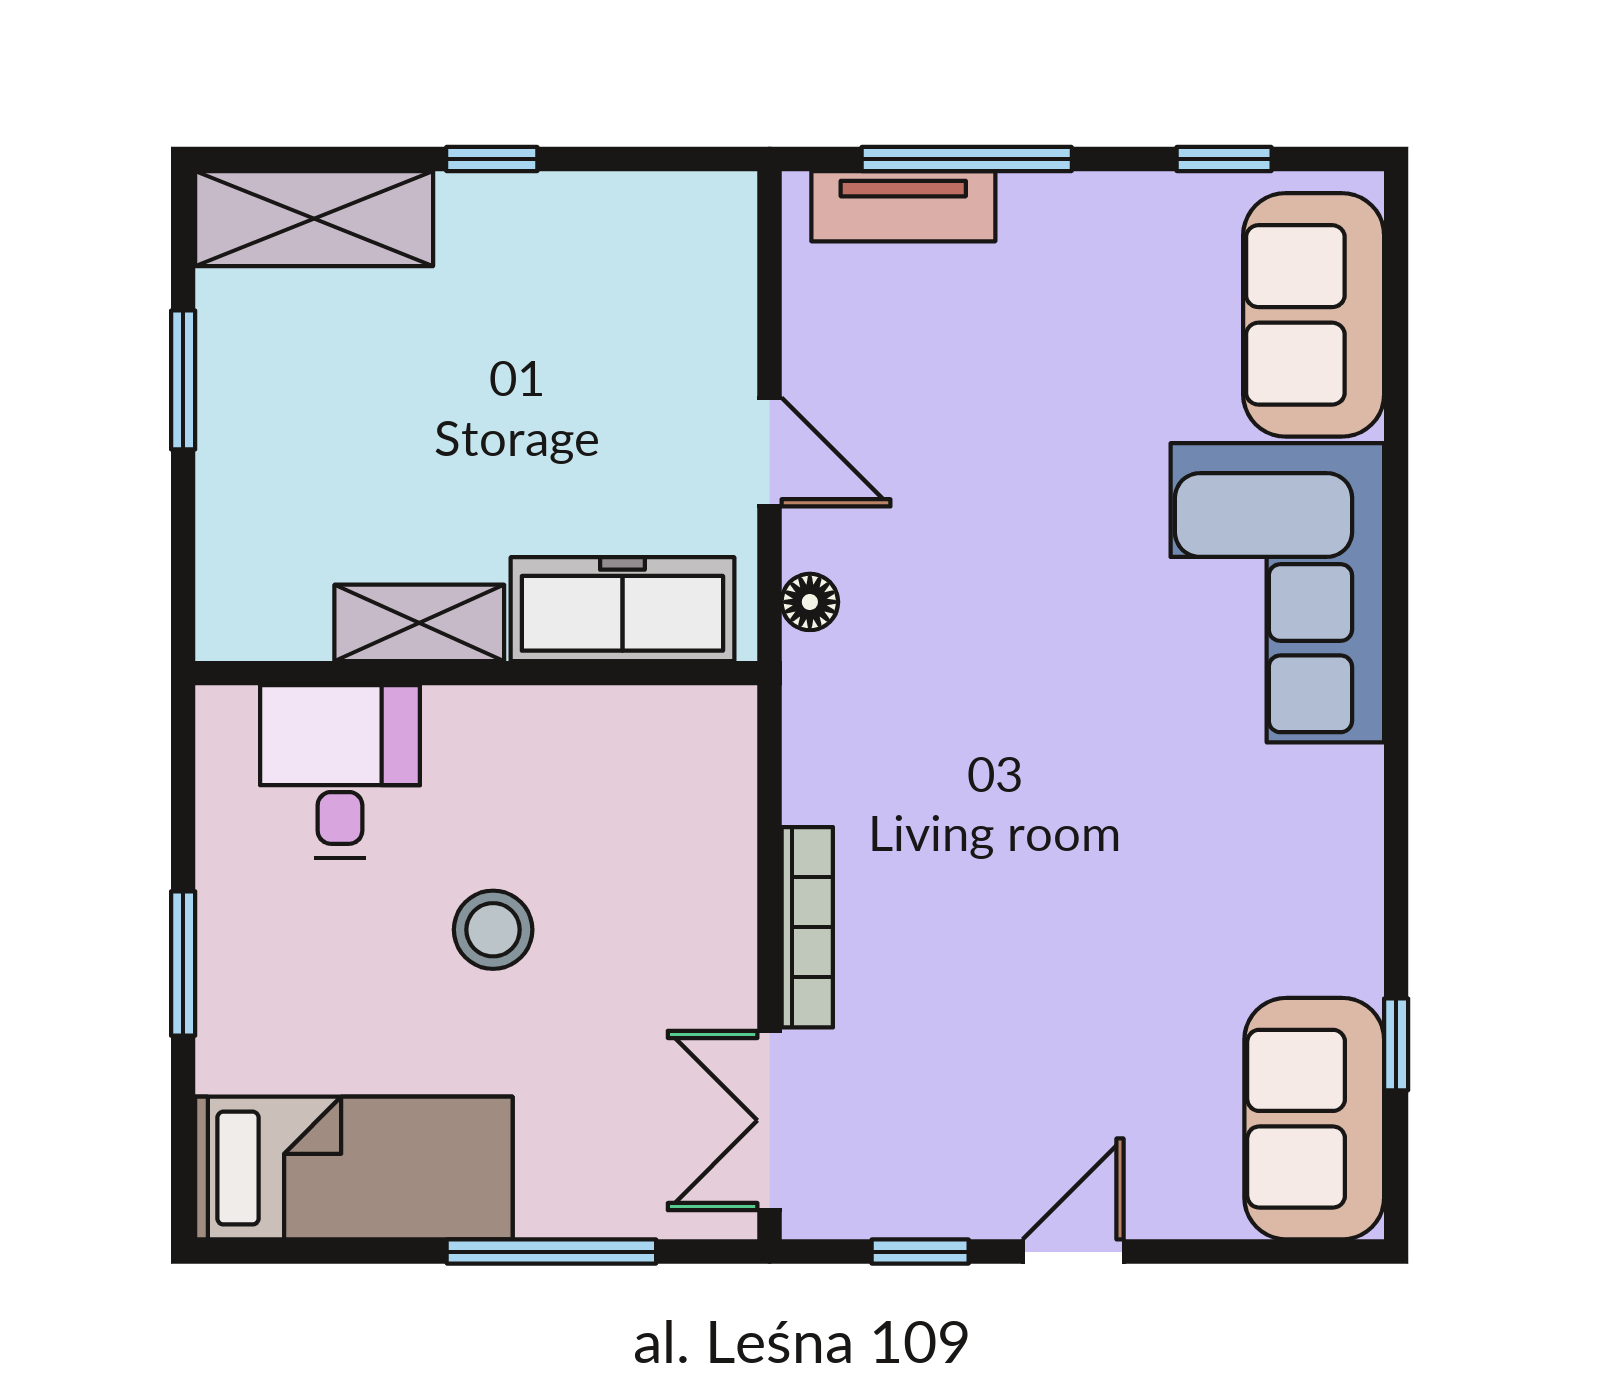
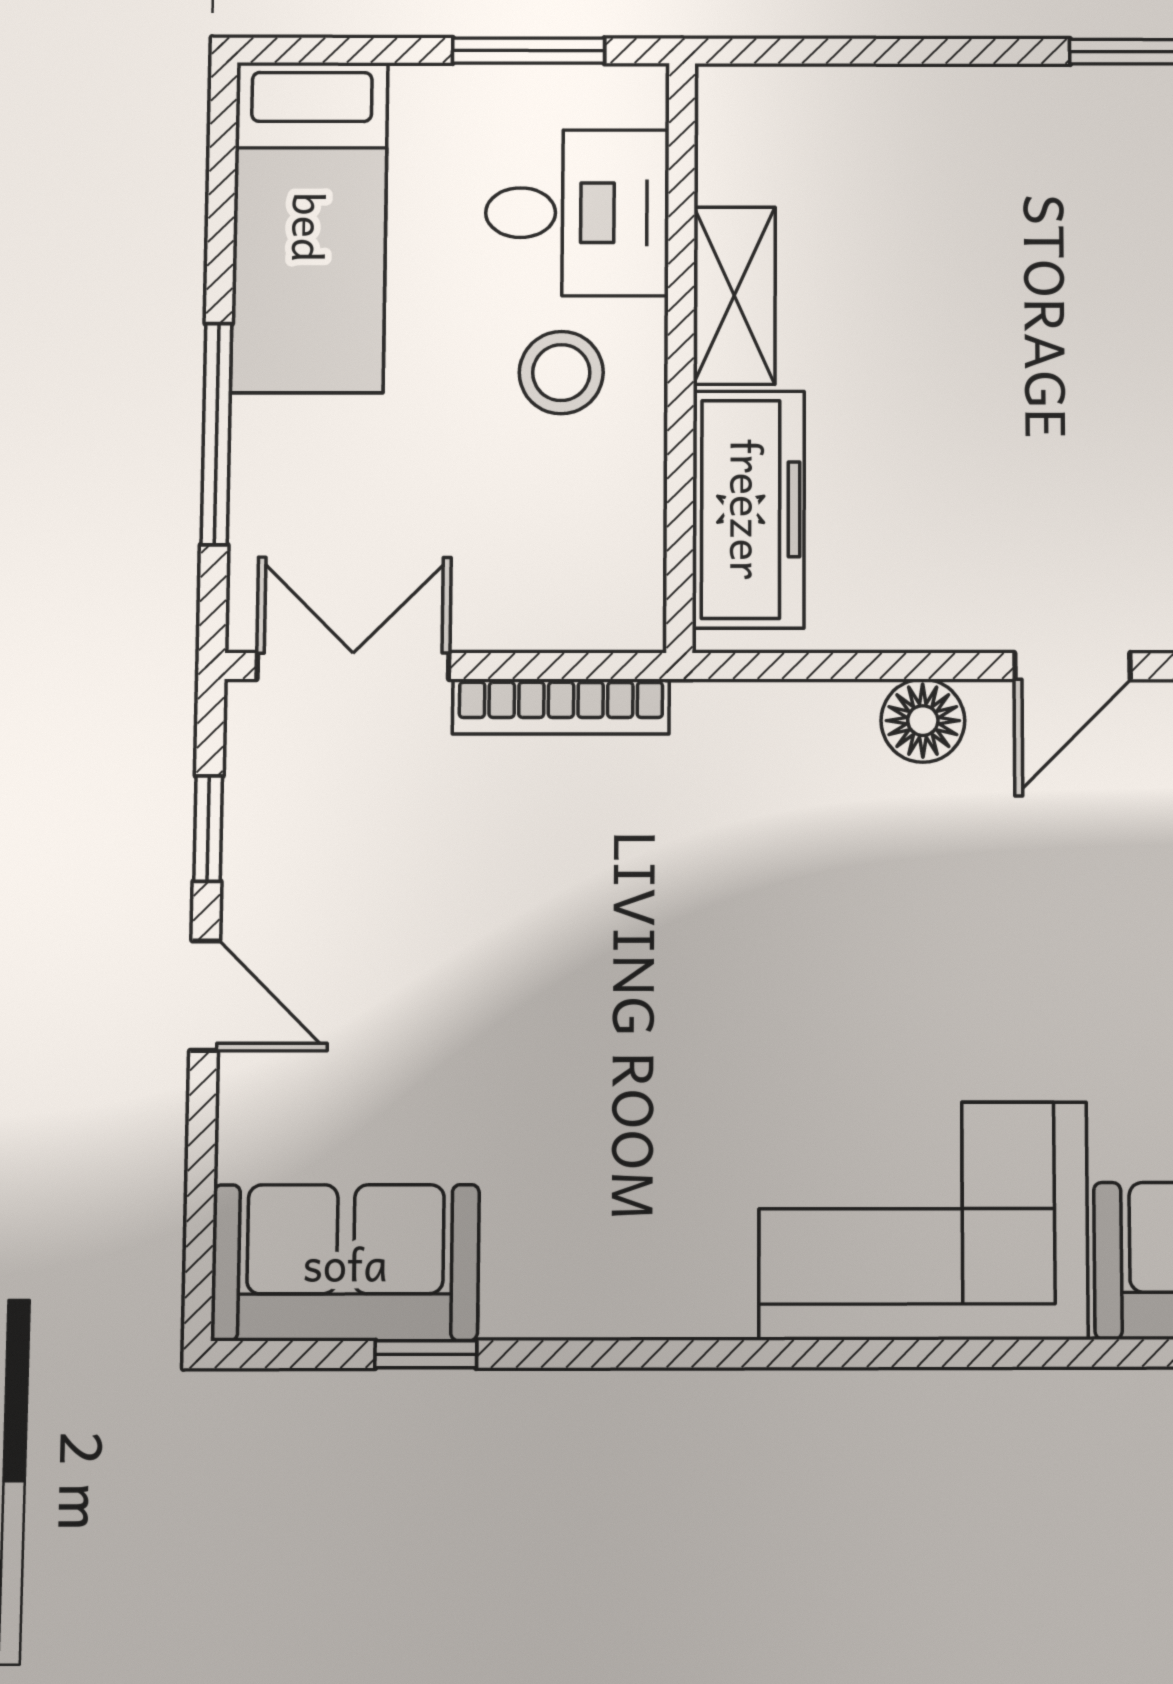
floor lamp: (810, 602) -> (923, 721), width x1.37, depth x1.37
freezer: (622, 609) -> (748, 509), moved
shelving: (419, 623) -> (734, 296), moved
wall: (476, 673) -> (681, 355), moved
desk: (340, 771) -> (577, 213), moved

